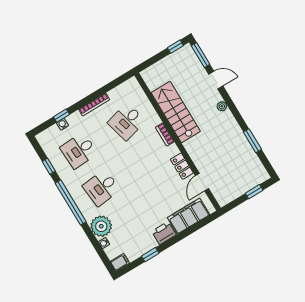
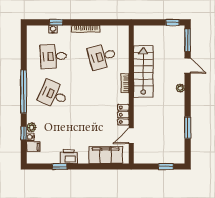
window: (49, 166) -> (24, 133), moved
desk: (101, 188) -> (53, 94), turned 30
plant: (101, 226) -> (31, 127), width x0.53, depth x0.53
printer: (164, 233) -> (69, 157), moved
filing cabinet: (120, 262) -> (33, 147), moved

